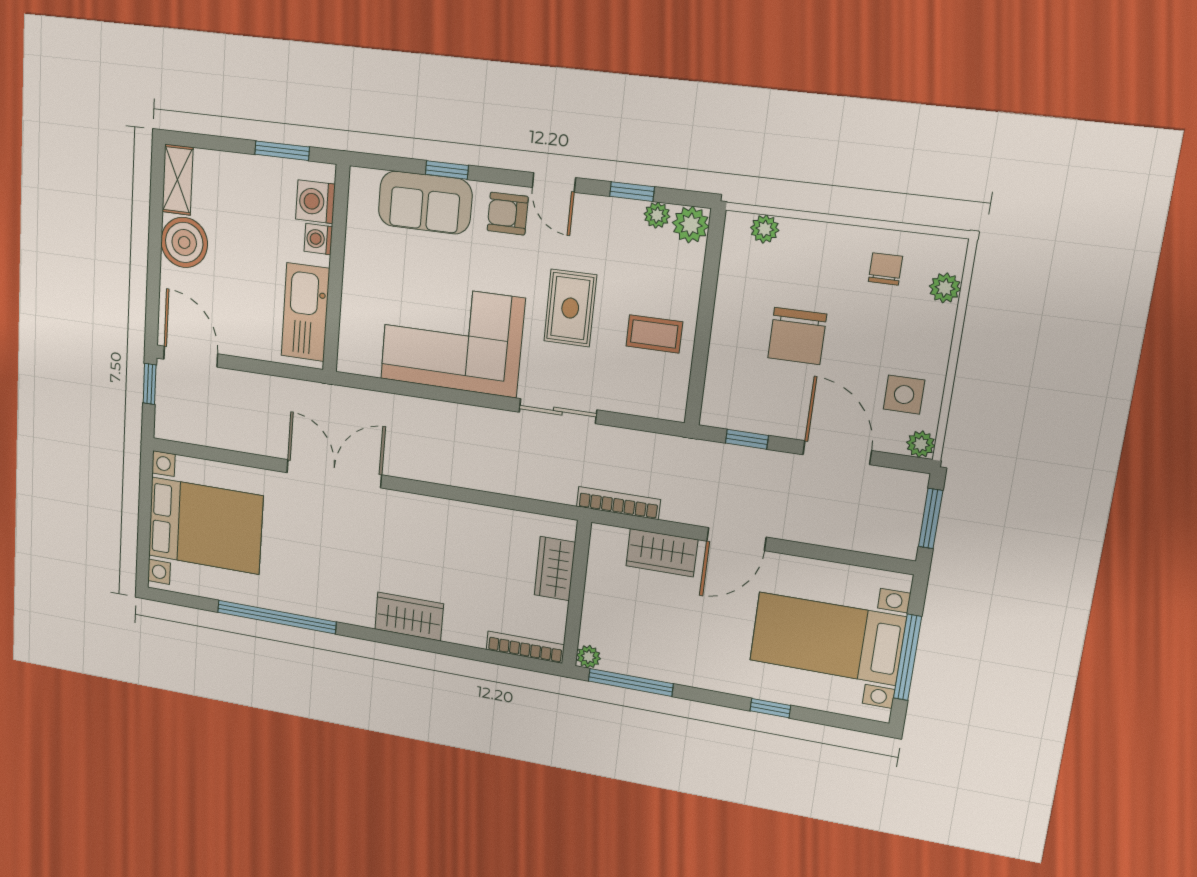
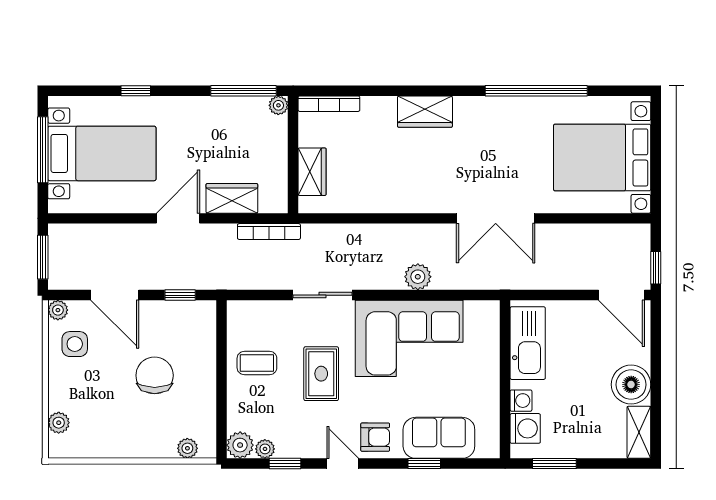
chair: (885, 269) -> (101, 431), removed
plant: (435, 416) -> (418, 277), added

